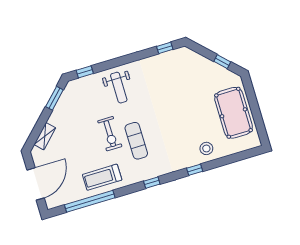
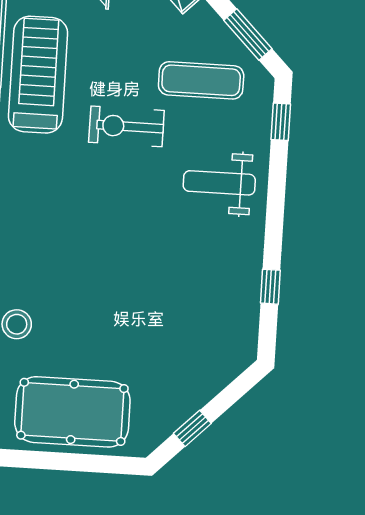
window: (165, 48) -> (270, 287), moved
exercise mat: (136, 141) -> (201, 80), moved
treadmill: (102, 177) -> (38, 75), width x1.37, depth x1.38

